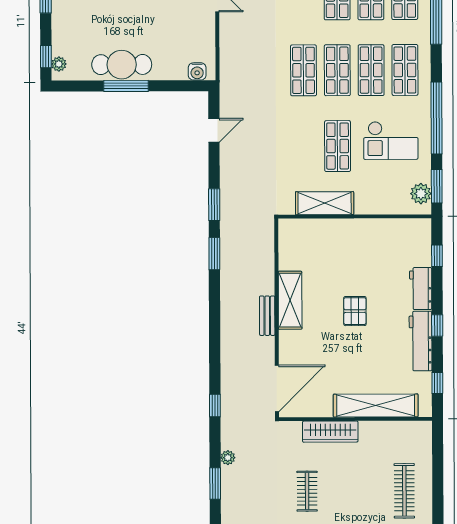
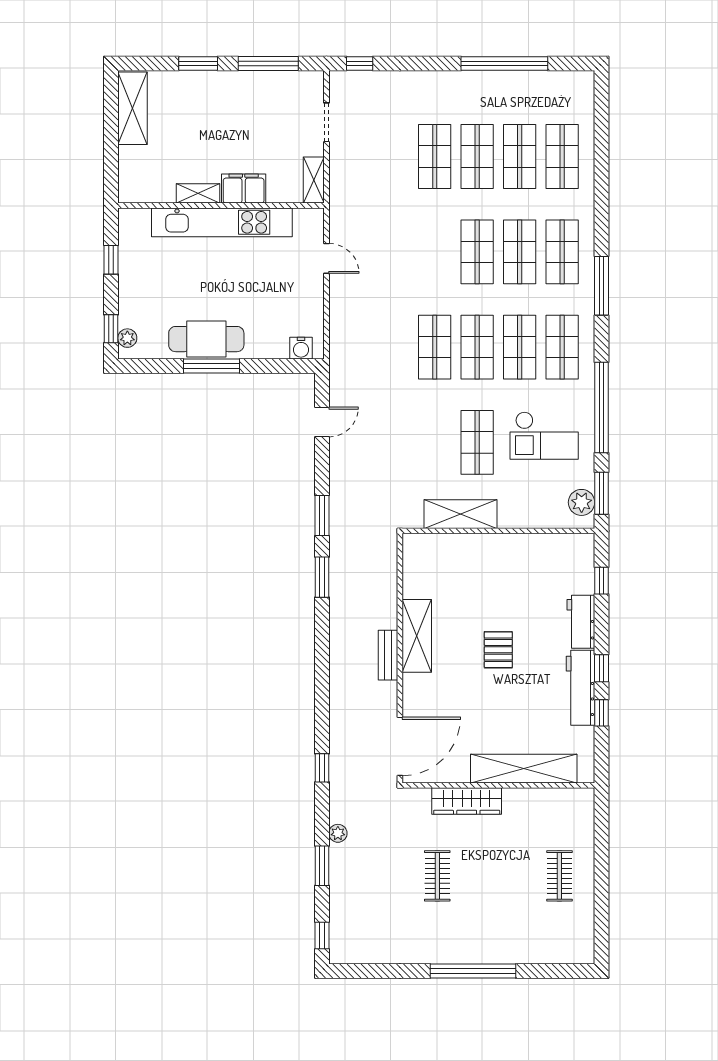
window: (437, 383) -> (602, 713), moved
clothes rail: (404, 491) -> (559, 876), width x0.73

